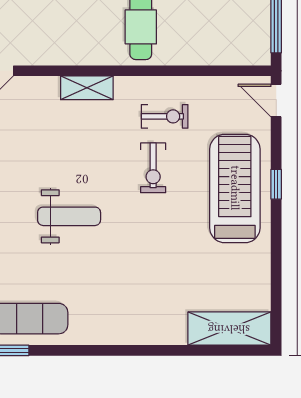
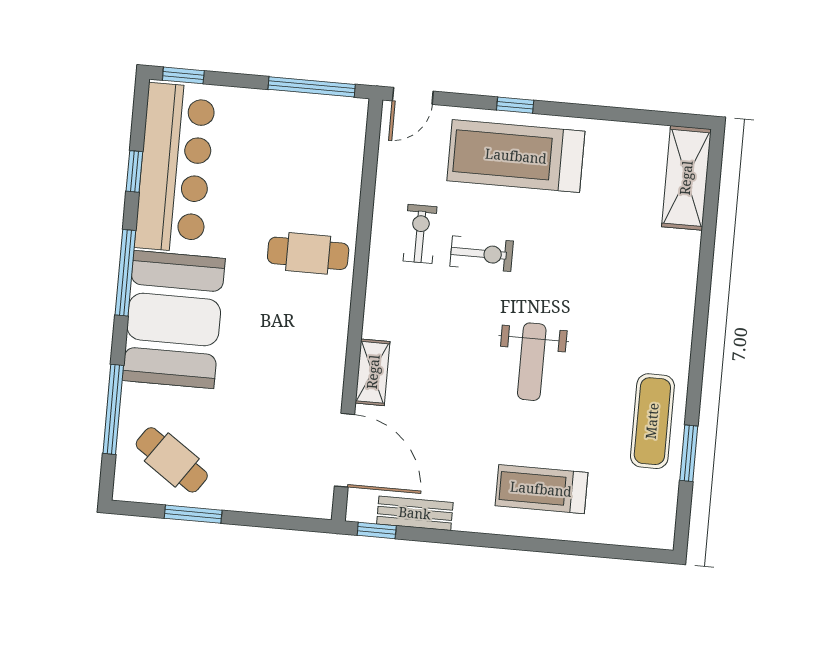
shelving: (87, 88) -> (373, 372), moved
weight bench: (69, 216) -> (532, 362), turned 180

